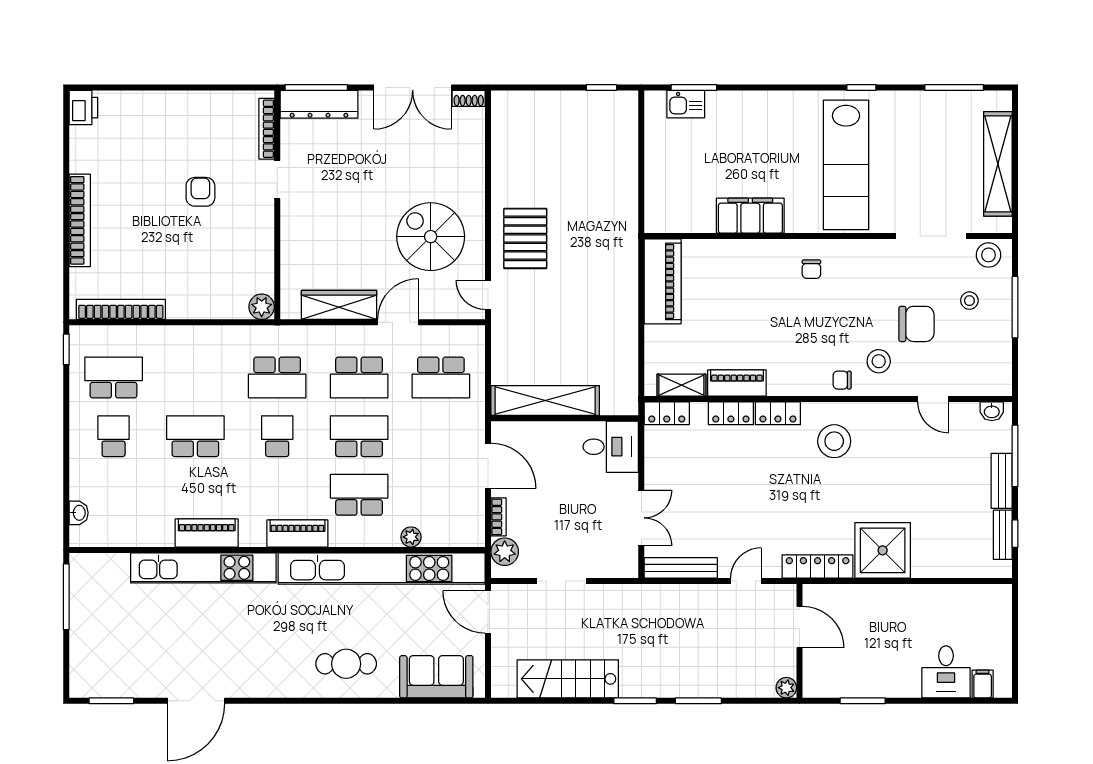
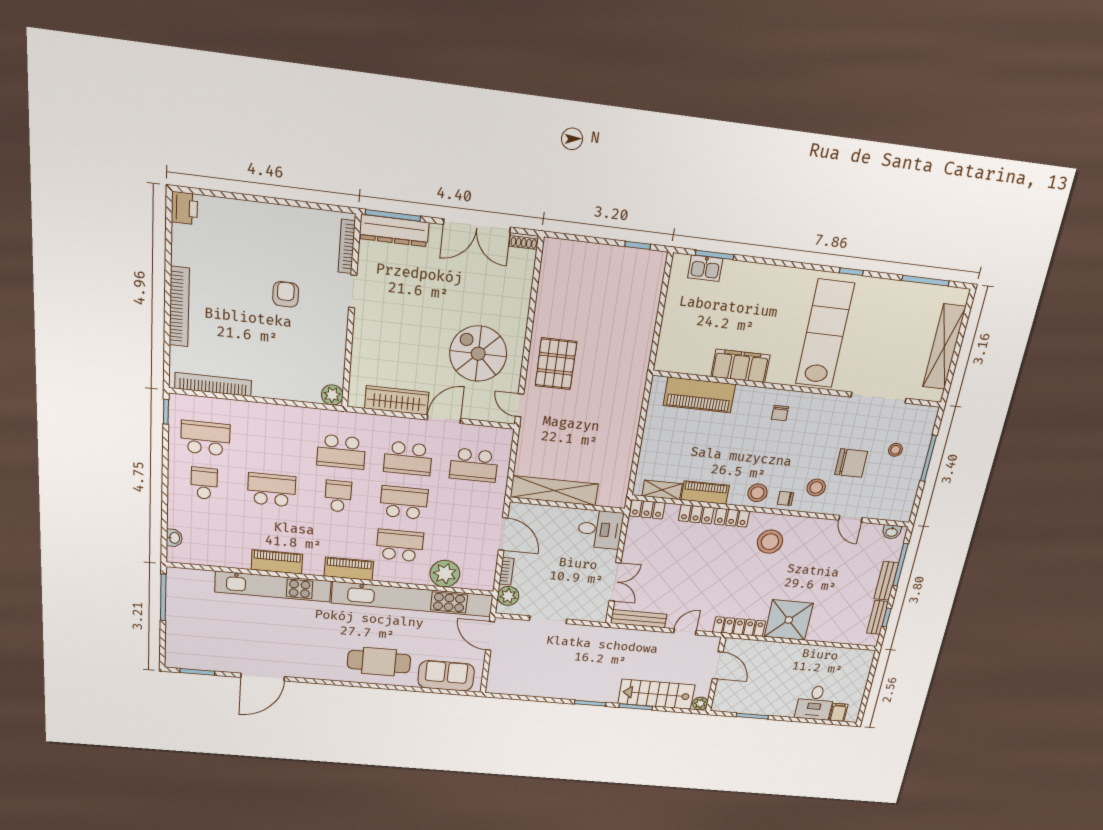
lab bench: (846, 165) -> (825, 334), turned 180
stool: (988, 255) -> (757, 493), moved
piano: (663, 281) -> (699, 395), moved, turned 90
plant: (411, 537) -> (445, 574), width x1.87, depth x1.87
cafe table: (346, 664) -> (379, 662), width x1.37, depth x1.35
stairs: (568, 679) -> (656, 694), moved

